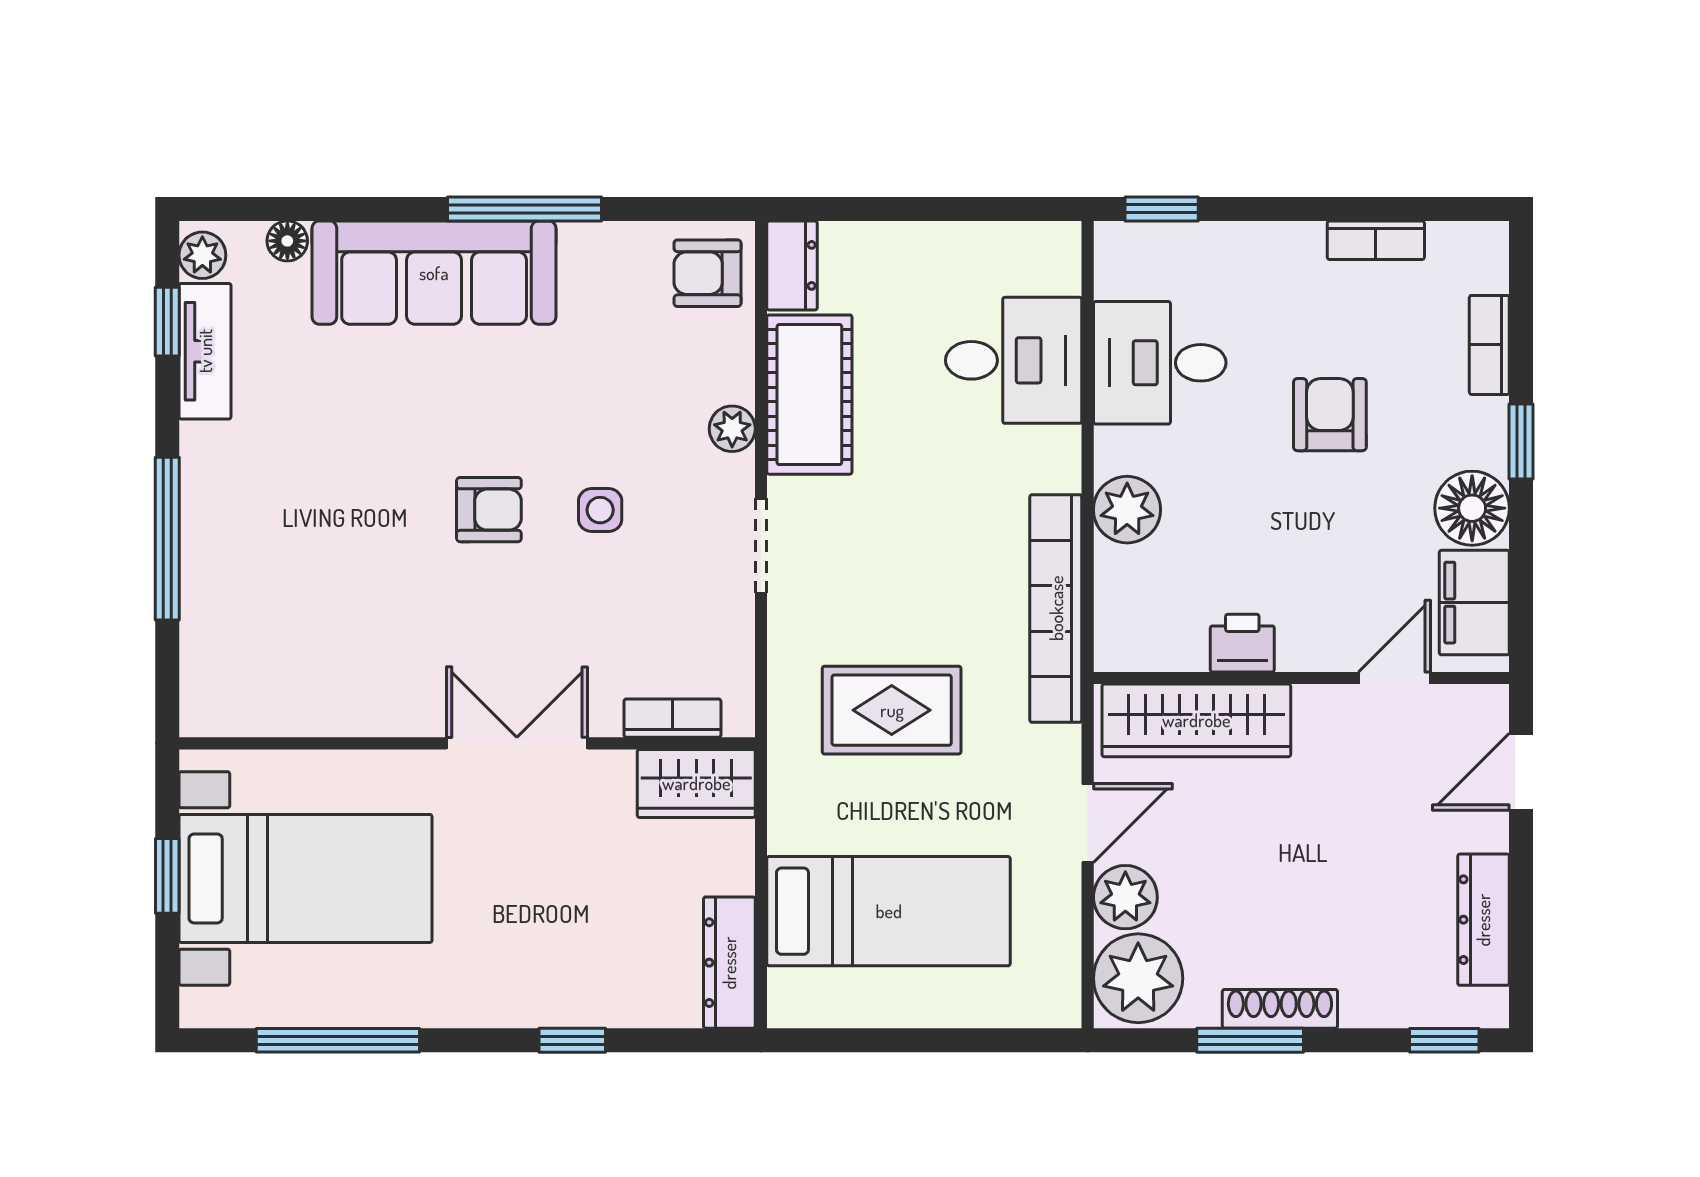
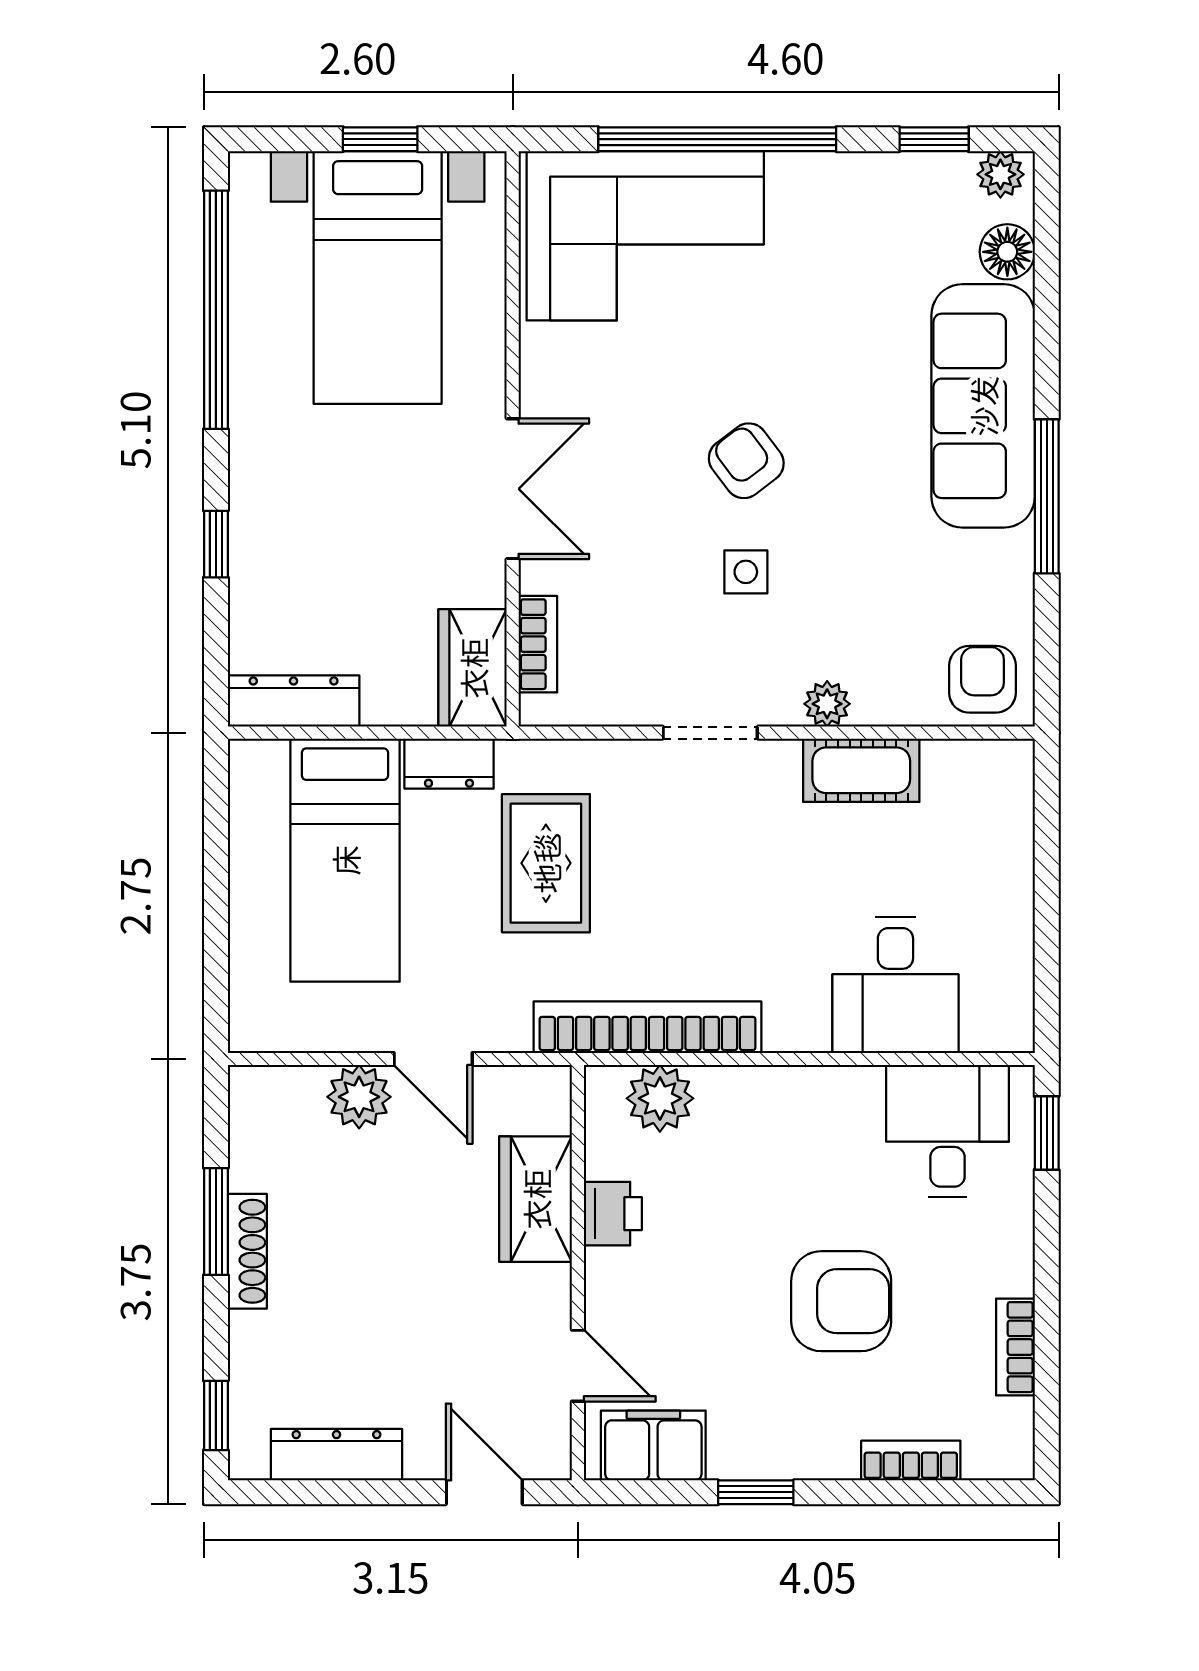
floor lamp: (287, 241) -> (1007, 252), width x1.37, depth x1.37
dresser: (792, 265) -> (449, 764), moved
tv unit: (205, 351) -> (905, 177), removed
desk: (1160, 363) -> (947, 1131), moved
cot: (809, 395) -> (861, 770), width x0.73, depth x0.75
armchair: (1330, 415) -> (841, 1301), width x1.38, depth x1.38
window: (1521, 441) -> (756, 1492), moved
floor lamp: (1472, 508) -> (748, 1443), removed
armchair: (489, 510) -> (746, 461), turned 143
plant: (1127, 510) -> (660, 1098), moved
window: (167, 539) -> (717, 139), width x1.46
corner sofa: (264, 611) -> (645, 236), added
wardrobe: (1196, 720) -> (536, 1199), width x0.67
plant: (1138, 978) -> (278, 1109), removed
window: (338, 1040) -> (216, 310), width x1.46

